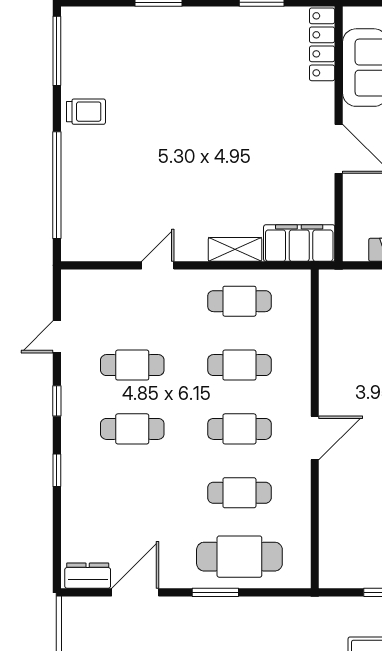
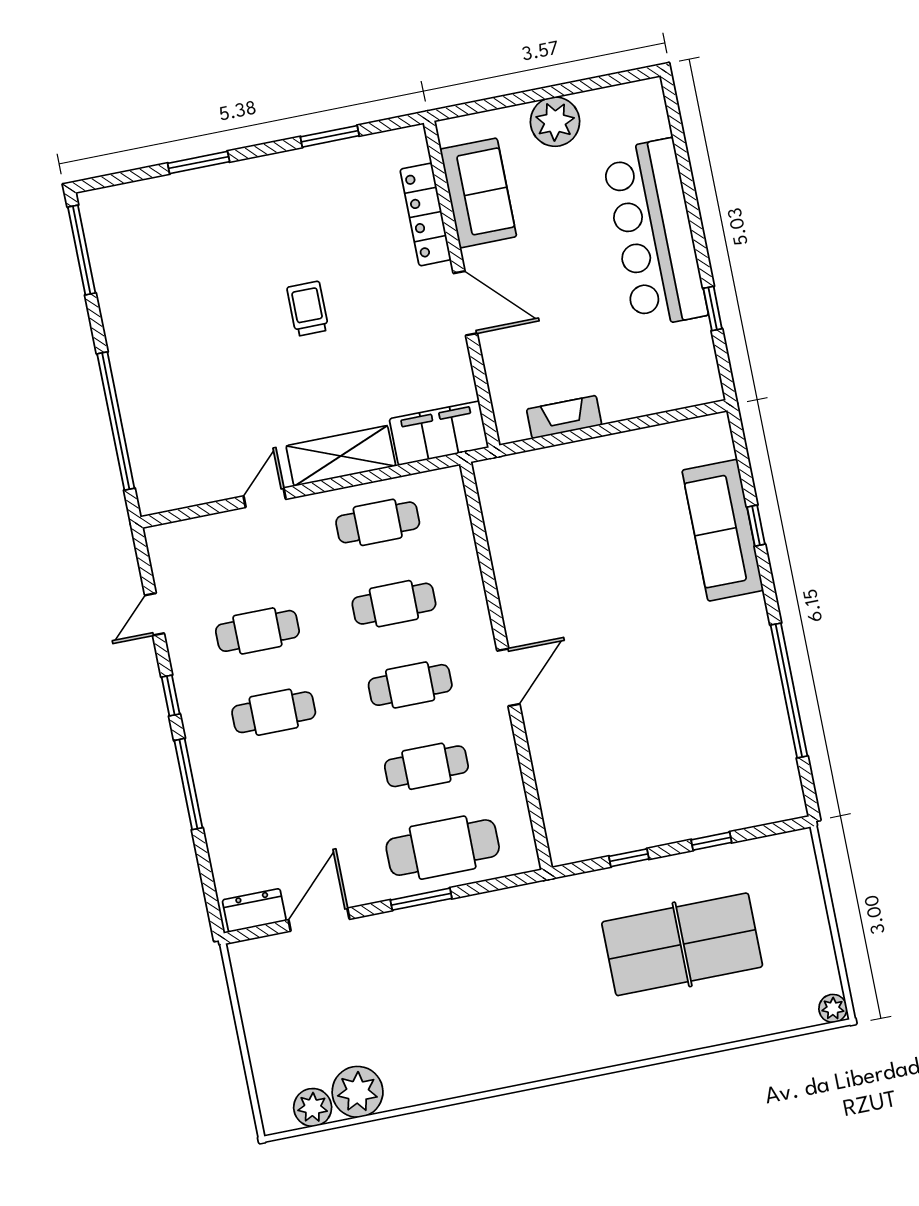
locker: (322, 44) -> (426, 214), moved
trolley: (86, 112) -> (308, 309), moved, turned -90
shelving: (235, 249) -> (341, 456), width x1.50, depth x1.33
window: (57, 470) -> (188, 784), width x2.17

